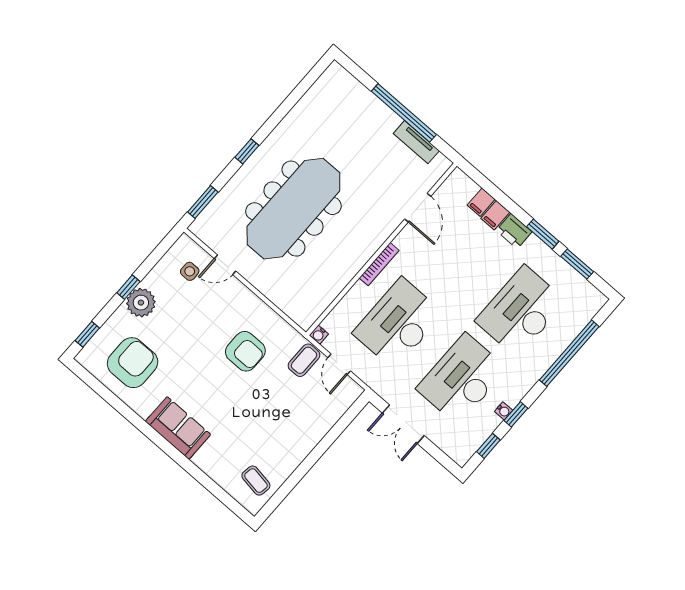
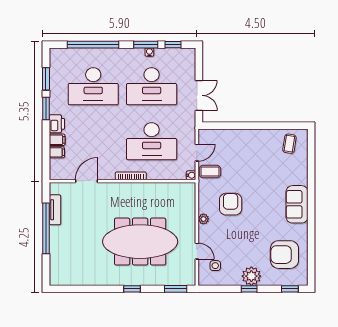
plant: (256, 305) -> (203, 219), added
window: (516, 414) -> (146, 45), width x1.50

